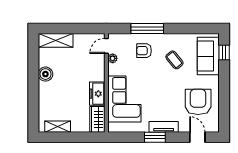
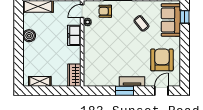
armchair: (144, 51) -> (105, 11), moved
freezer: (97, 94) -> (74, 35), moved
corner sofa: (124, 99) -> (98, 57), removed
door: (197, 137) -> (161, 91), hinge flipped

